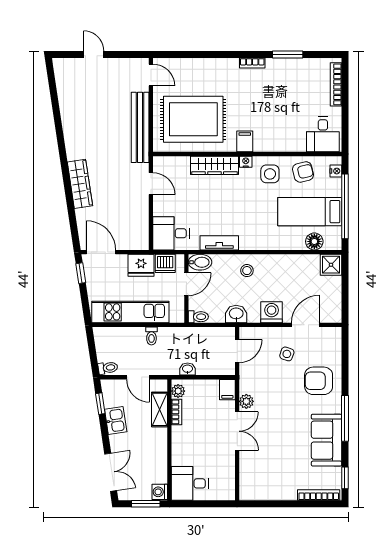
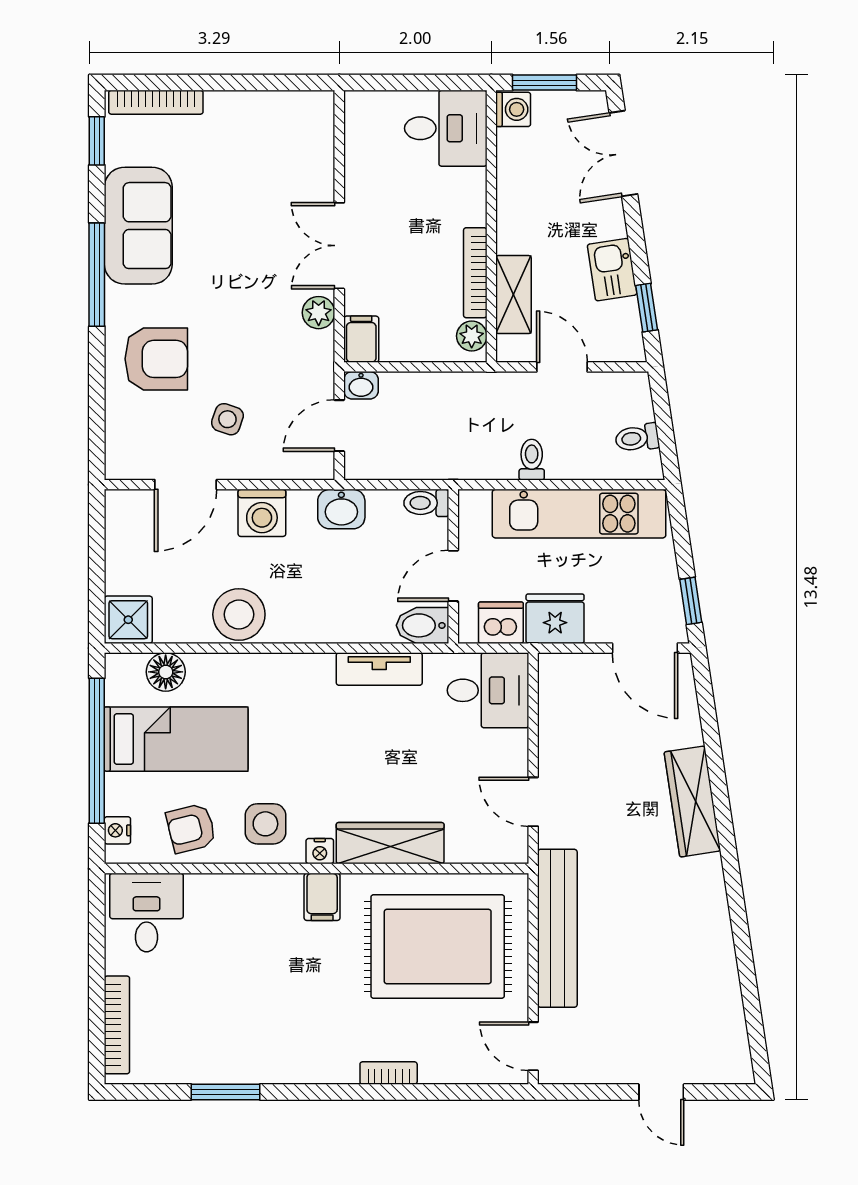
bookcase: (252, 63) -> (389, 1073), moved
stool: (247, 271) -> (239, 614), moved, width x1.89, depth x1.89
toilet: (108, 368) -> (637, 438), moved
washbasin: (188, 369) -> (361, 385), moved
bookcase: (177, 412) -> (475, 273), width x1.56

